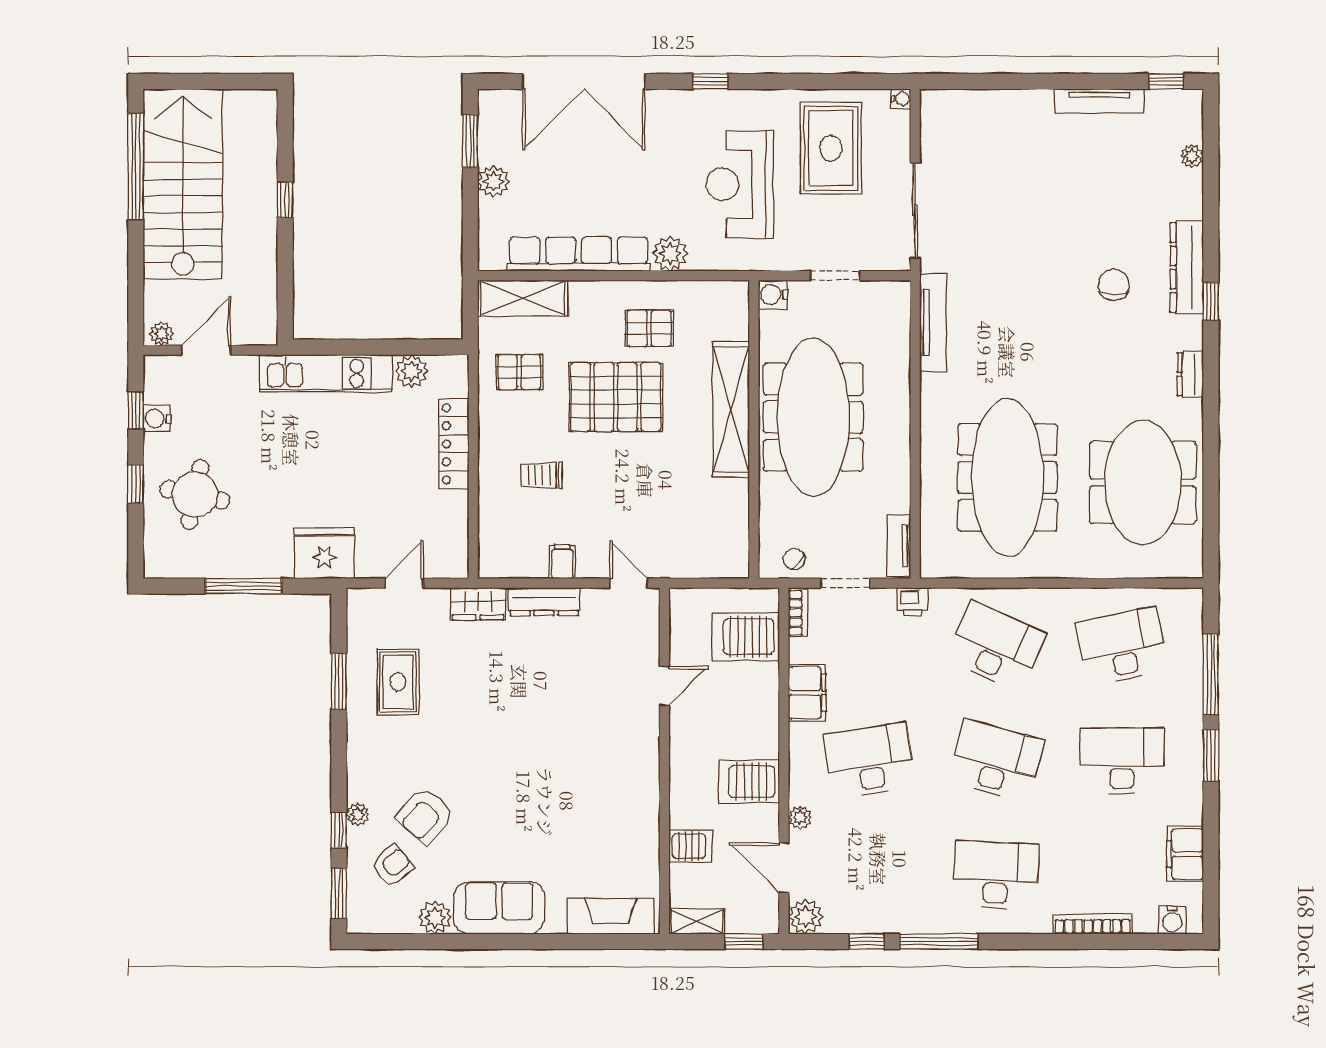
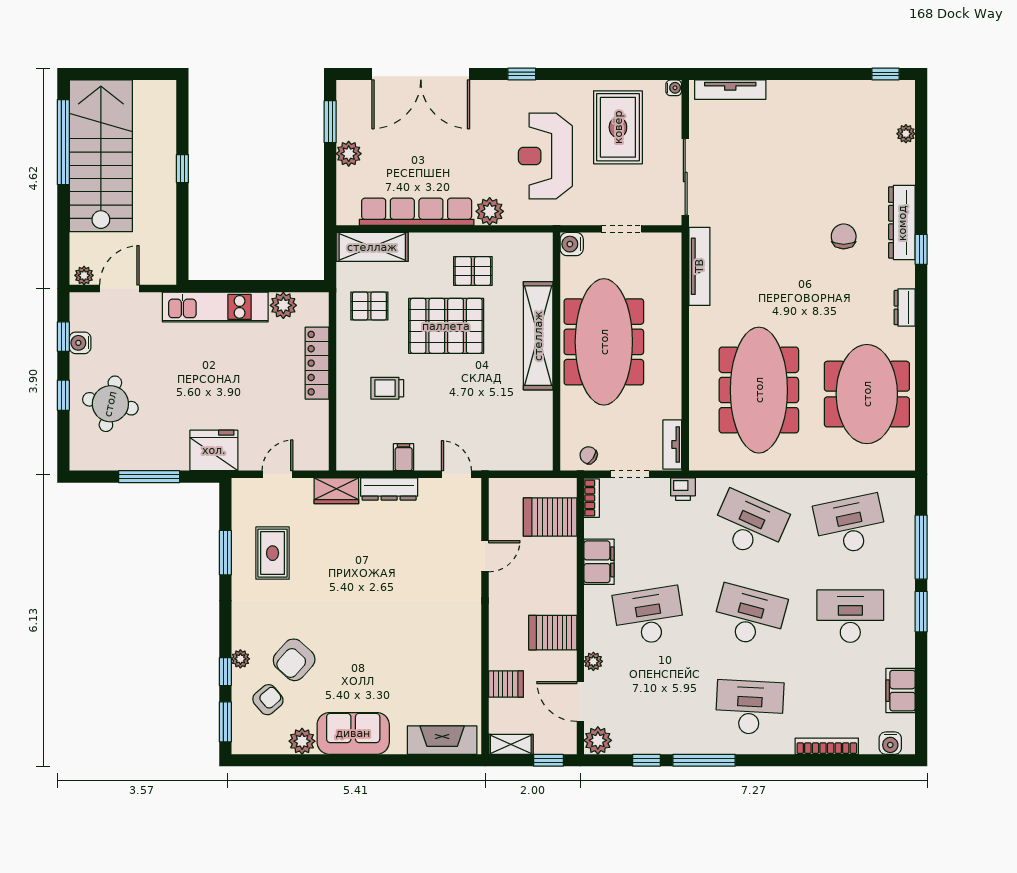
tv unit: (1099, 101) -> (730, 90), moved

